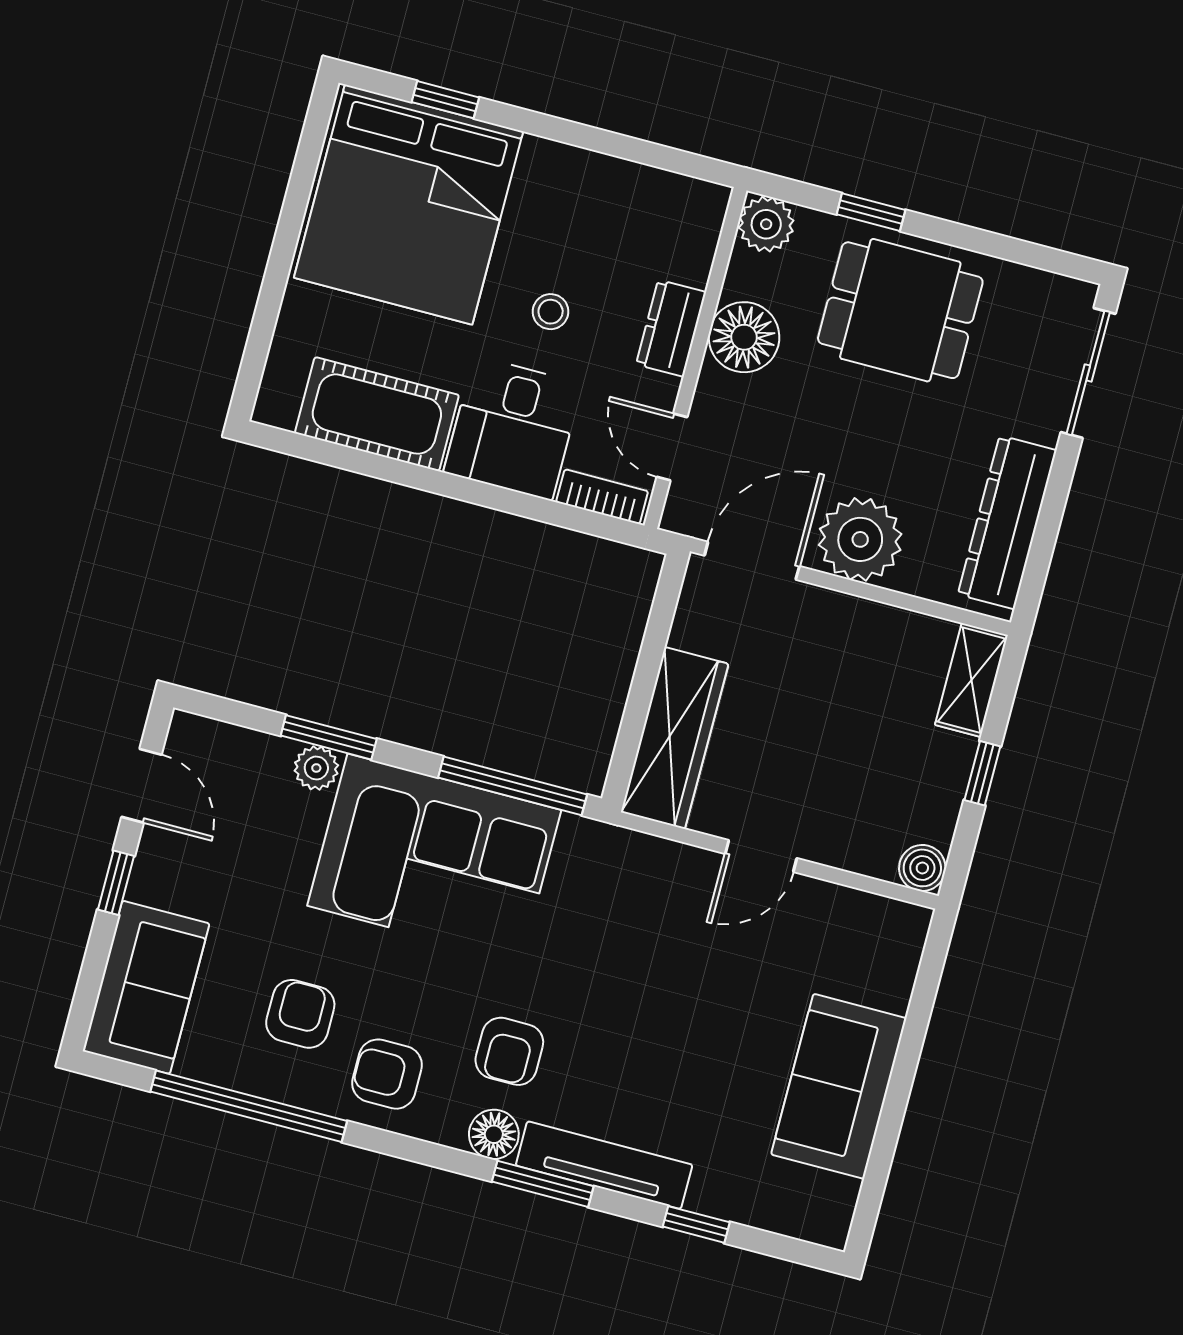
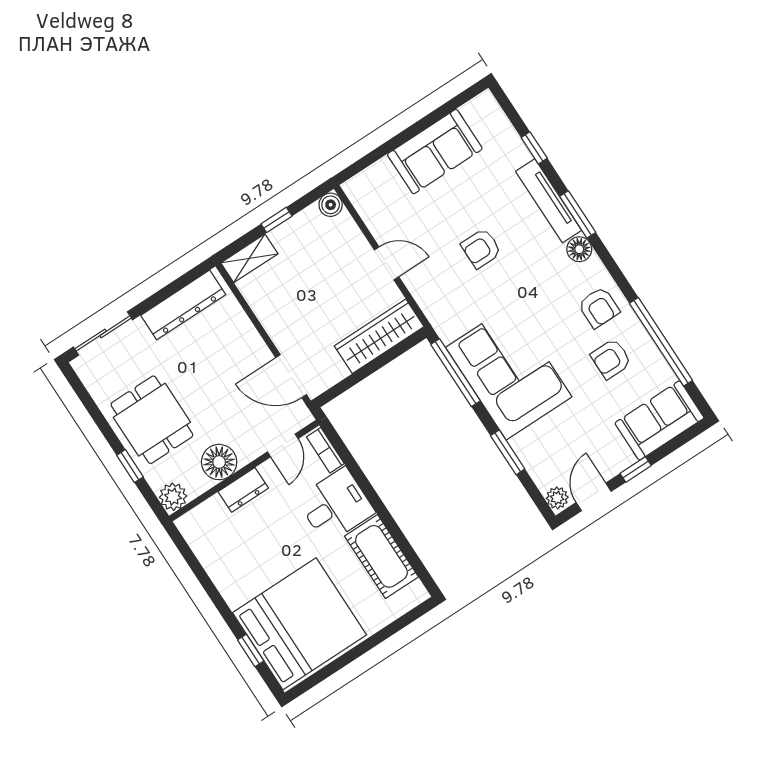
stool: (551, 312) -> (283, 536), removed
plant: (860, 539) -> (244, 348), removed
plant: (316, 768) -> (557, 498), moved
armchair: (509, 1051) -> (481, 248), moved, turned 180

